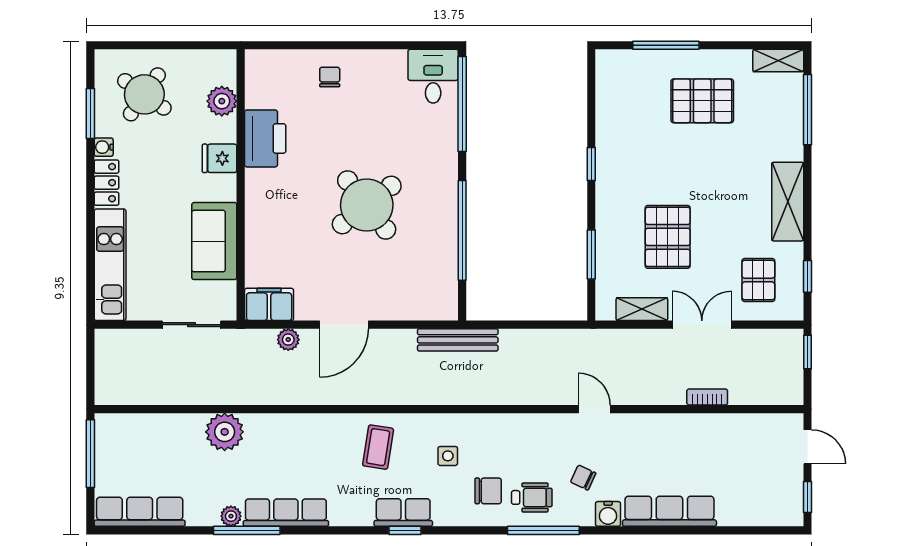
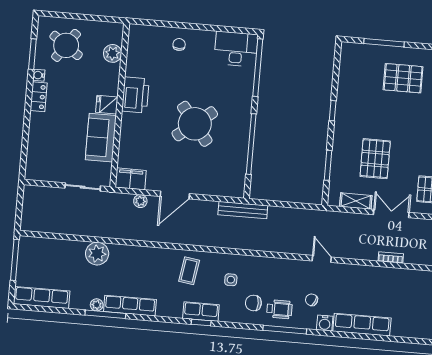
desk: (433, 76) -> (236, 49), width x1.37
printer: (265, 138) -> (135, 95), moved
fridge: (220, 158) -> (107, 105), moved
kitchen unit: (110, 265) -> (37, 147), removed
chair: (488, 491) -> (253, 303), turned 180

